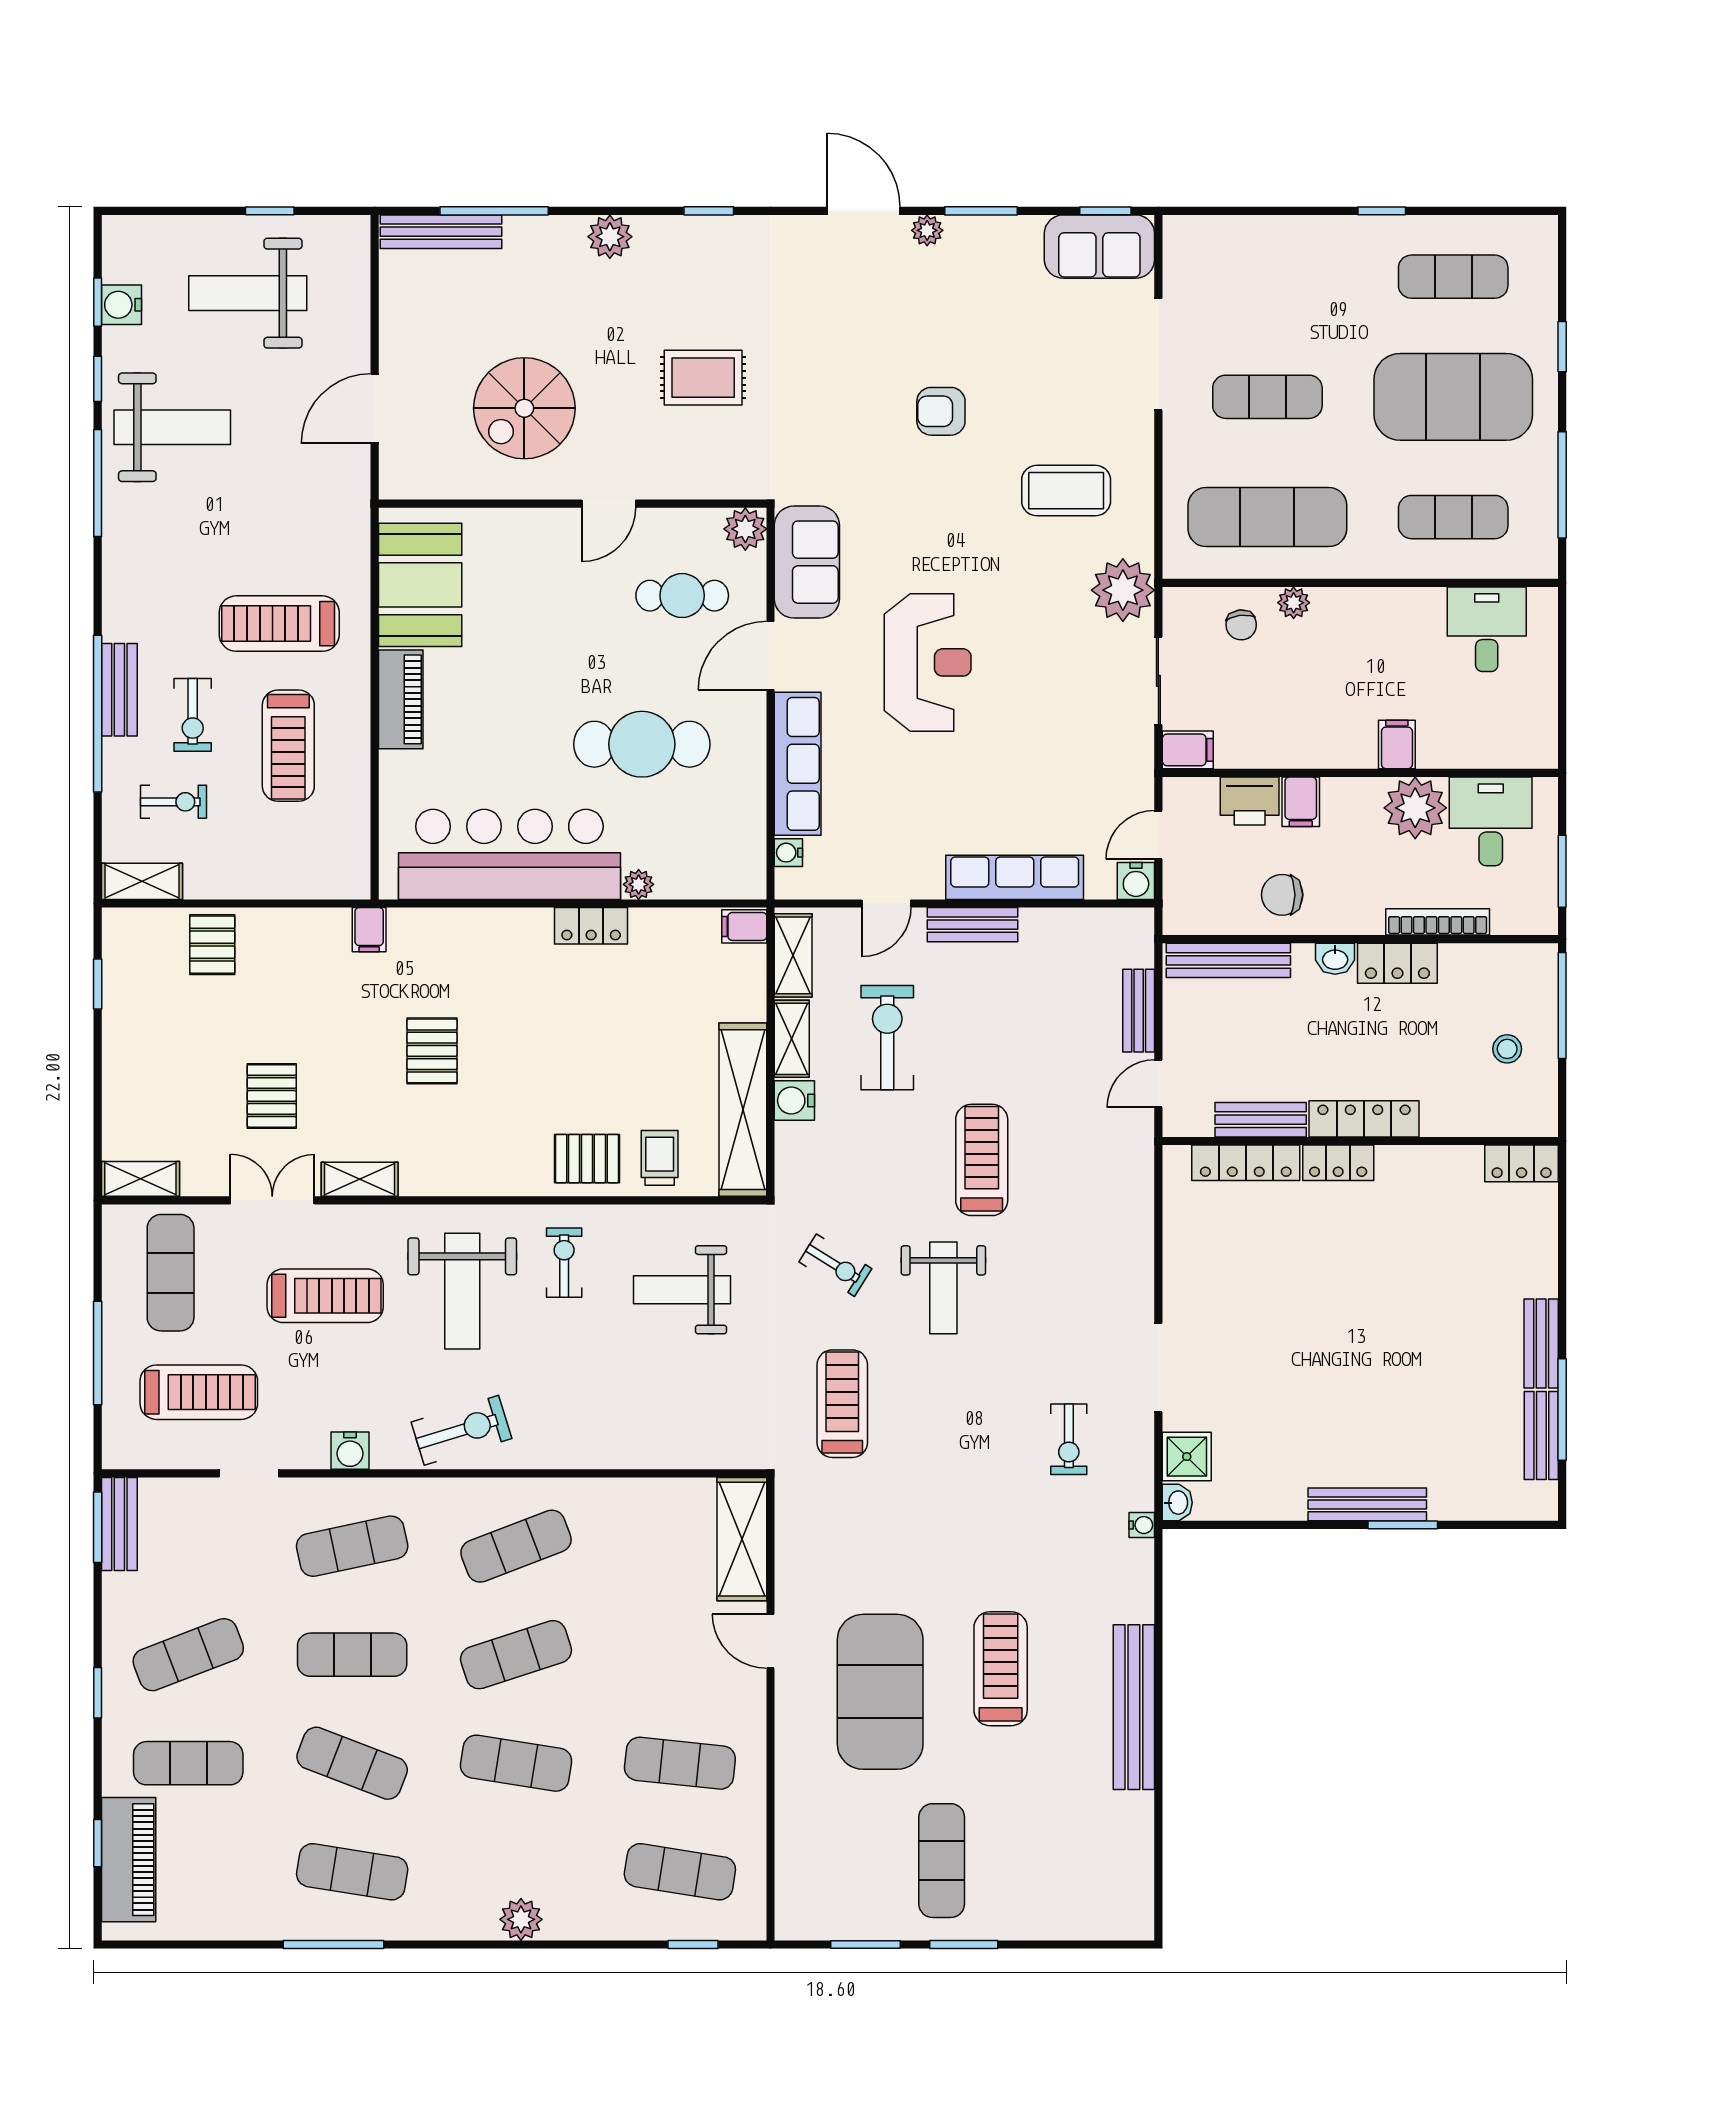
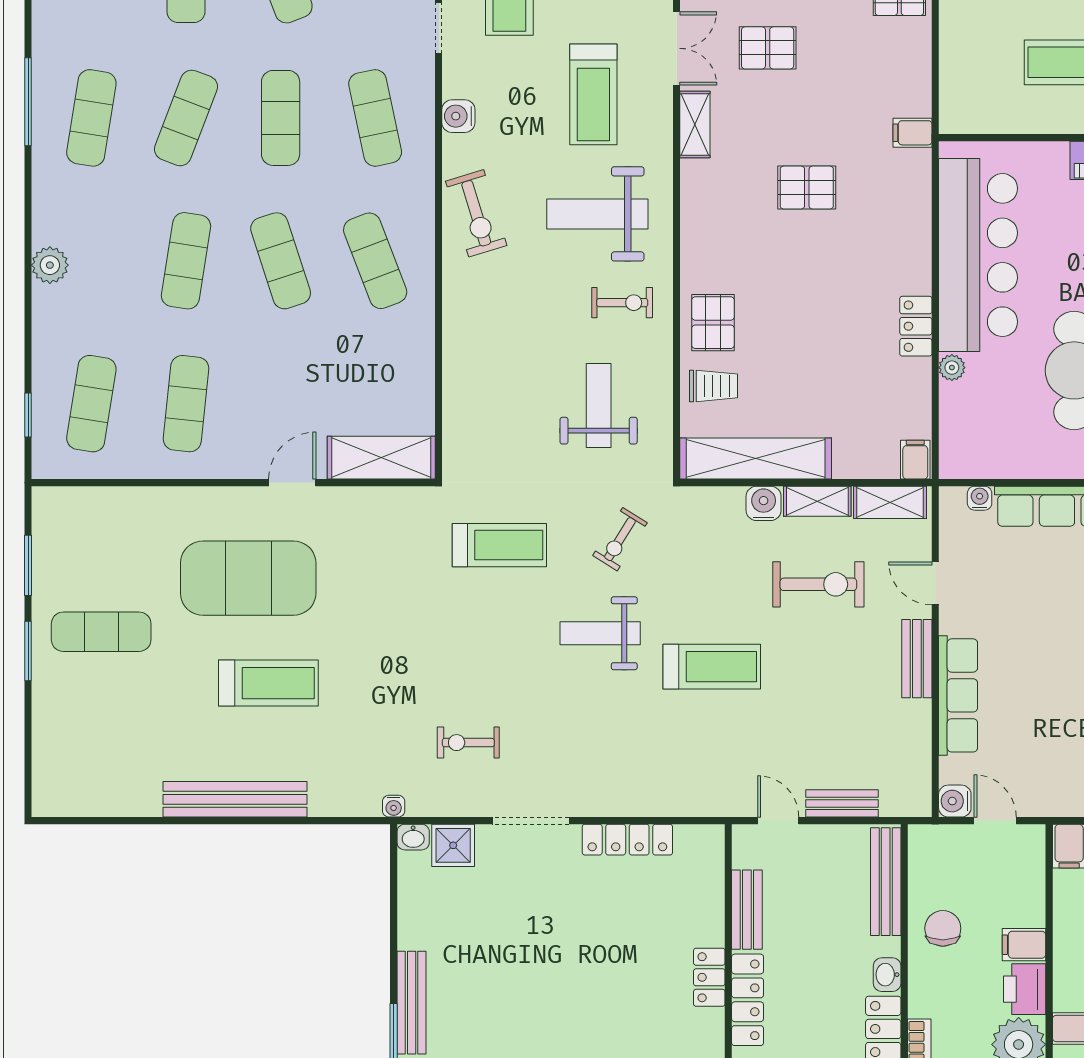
printer: (1250, 801) -> (1025, 989), moved
locker: (1246, 1163) -> (627, 840), moved, turned -90

